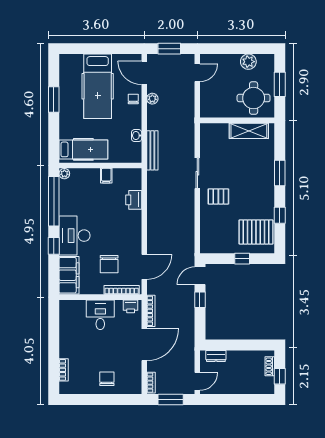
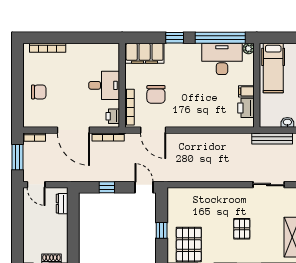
sliding door: (197, 173) -> (269, 185), moved
pallet: (218, 196) -> (242, 229), moved
printer: (134, 200) -> (246, 108), moved, turned -90
desk: (75, 236) -> (222, 59), moved
chair: (109, 264) -> (156, 94), turned -90
window: (200, 300) -> (107, 187), moved
bookcase: (64, 370) -> (48, 48), width x1.56

